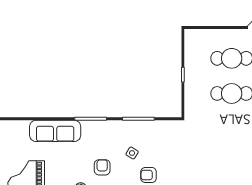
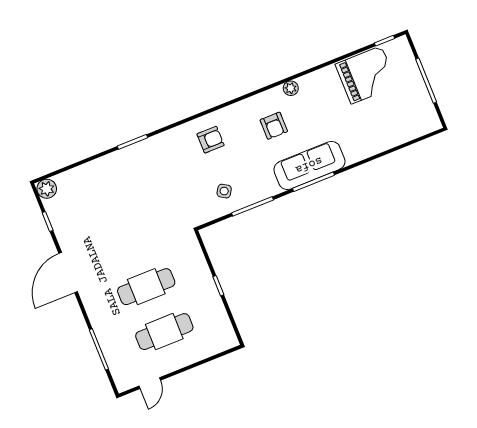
sofa: (55, 131) -> (309, 165), moved
side table: (132, 153) -> (224, 191), moved

